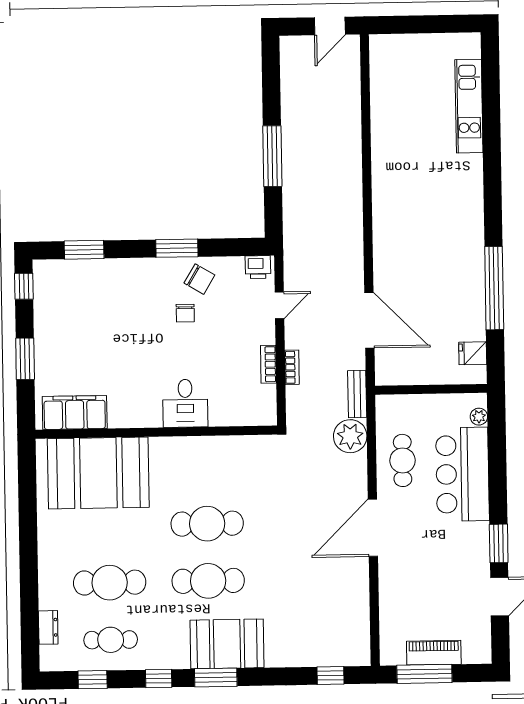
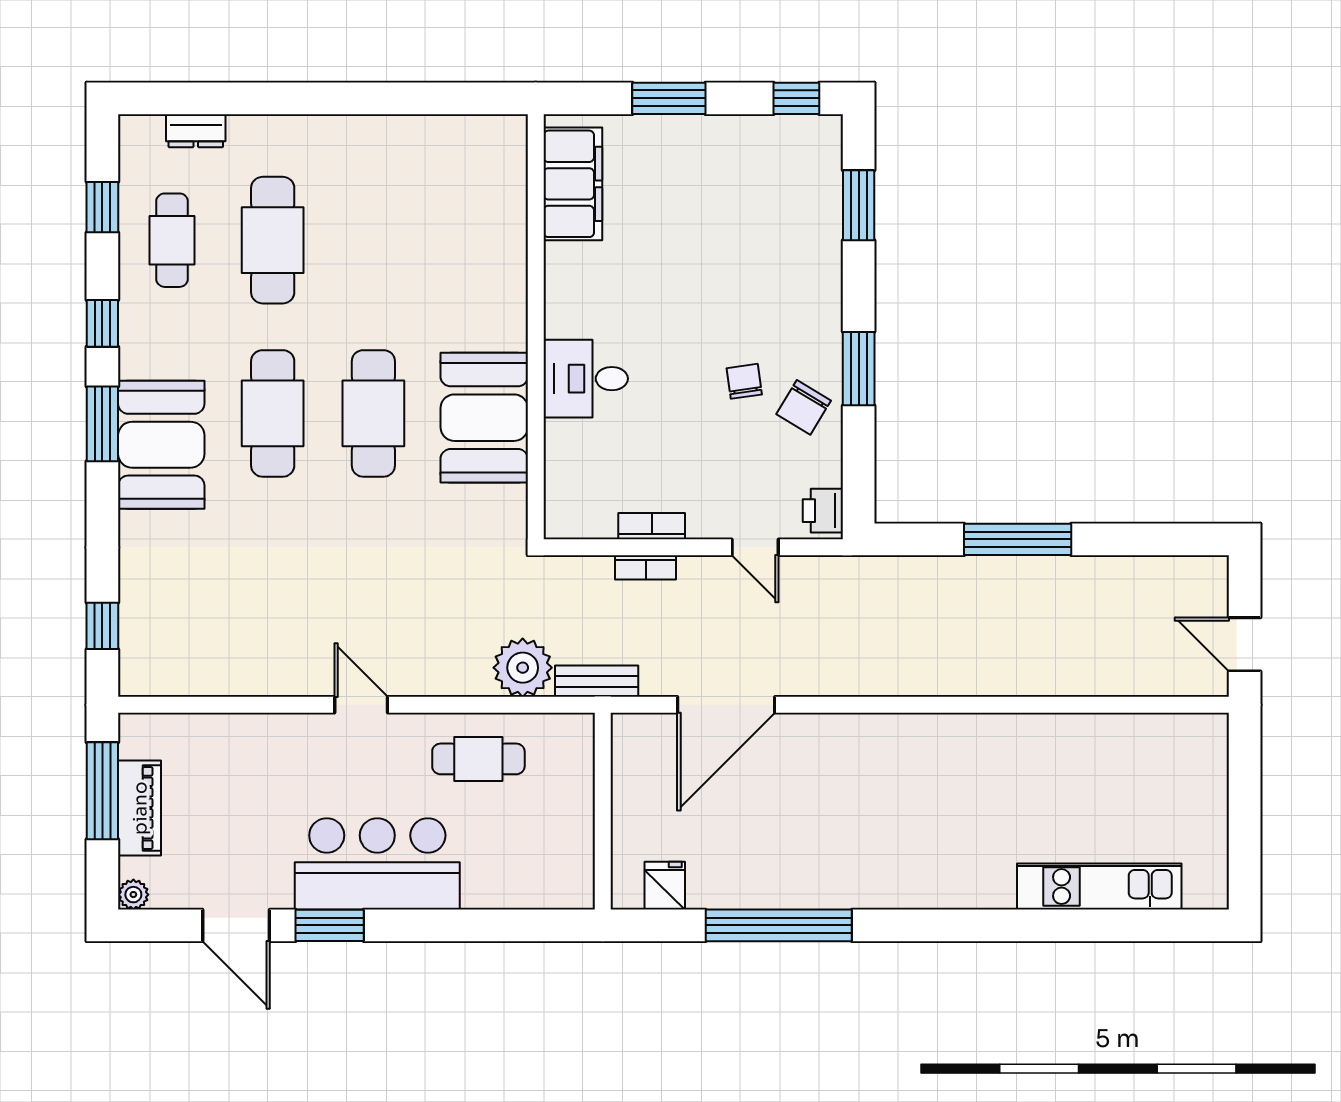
chair: (185, 313) -> (744, 381), turned 82
plant: (479, 417) -> (133, 895), moved
booth: (98, 473) -> (484, 418), moved, width x0.73, depth x0.70
bar counter: (462, 474) -> (377, 864), moved
door: (373, 528) -> (361, 705), width x0.53

